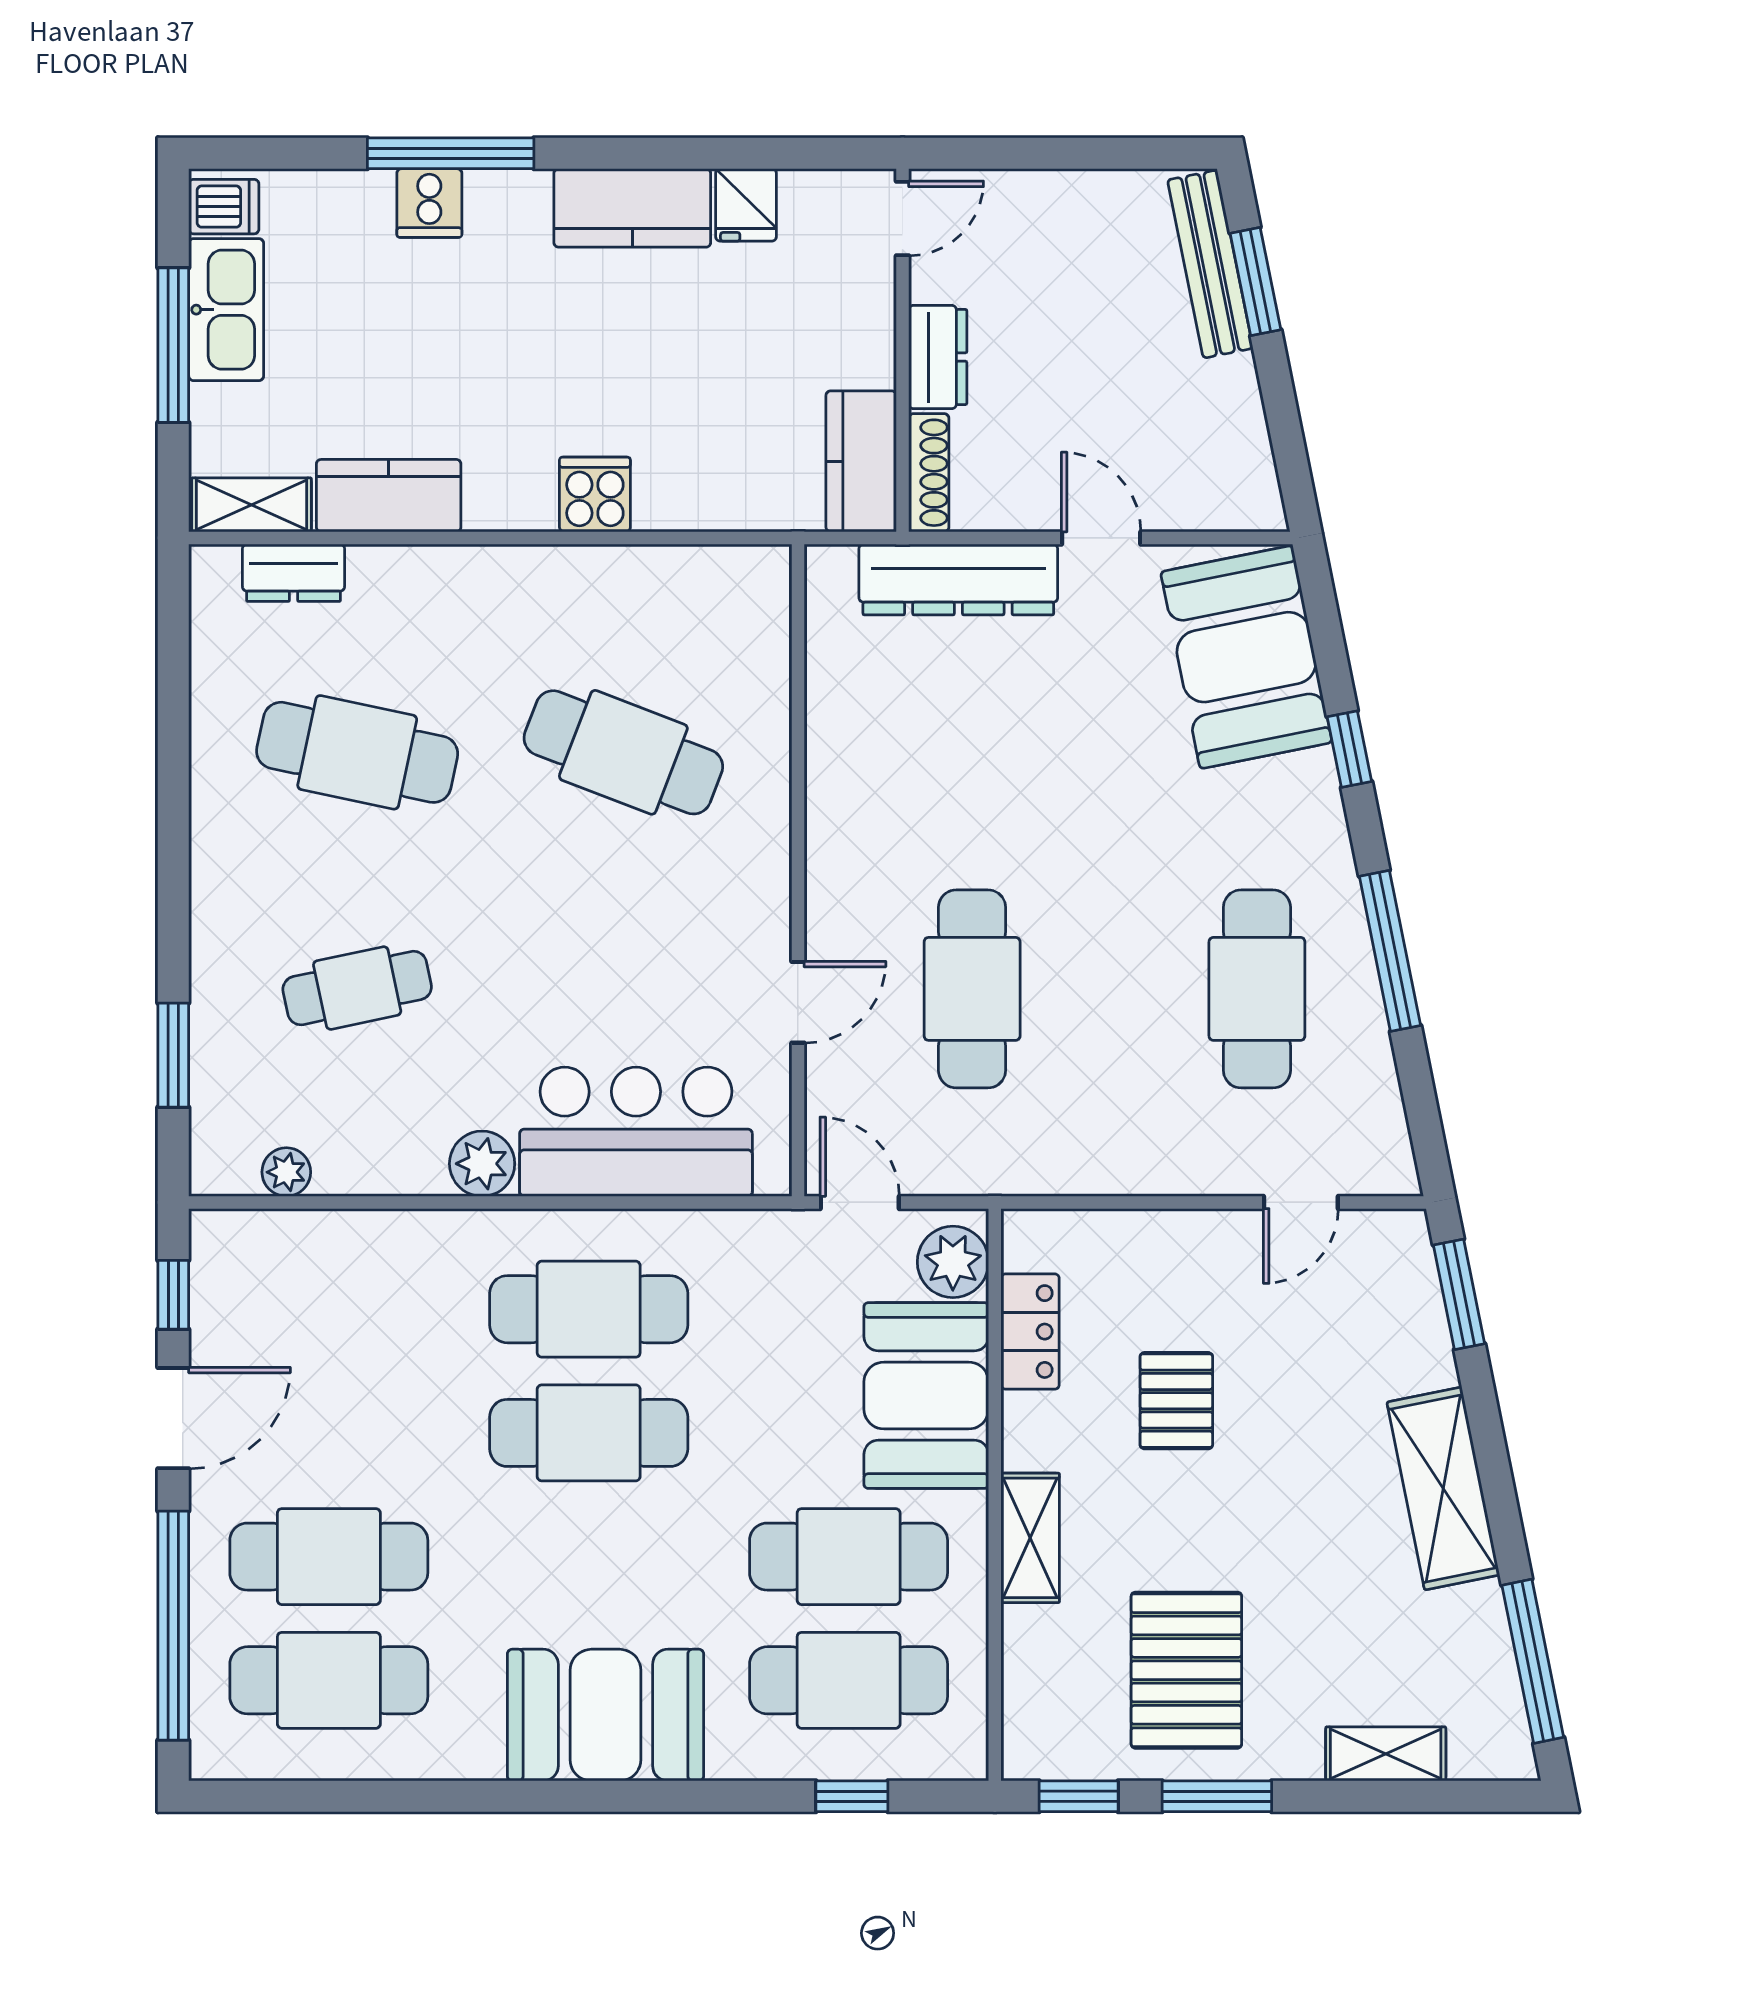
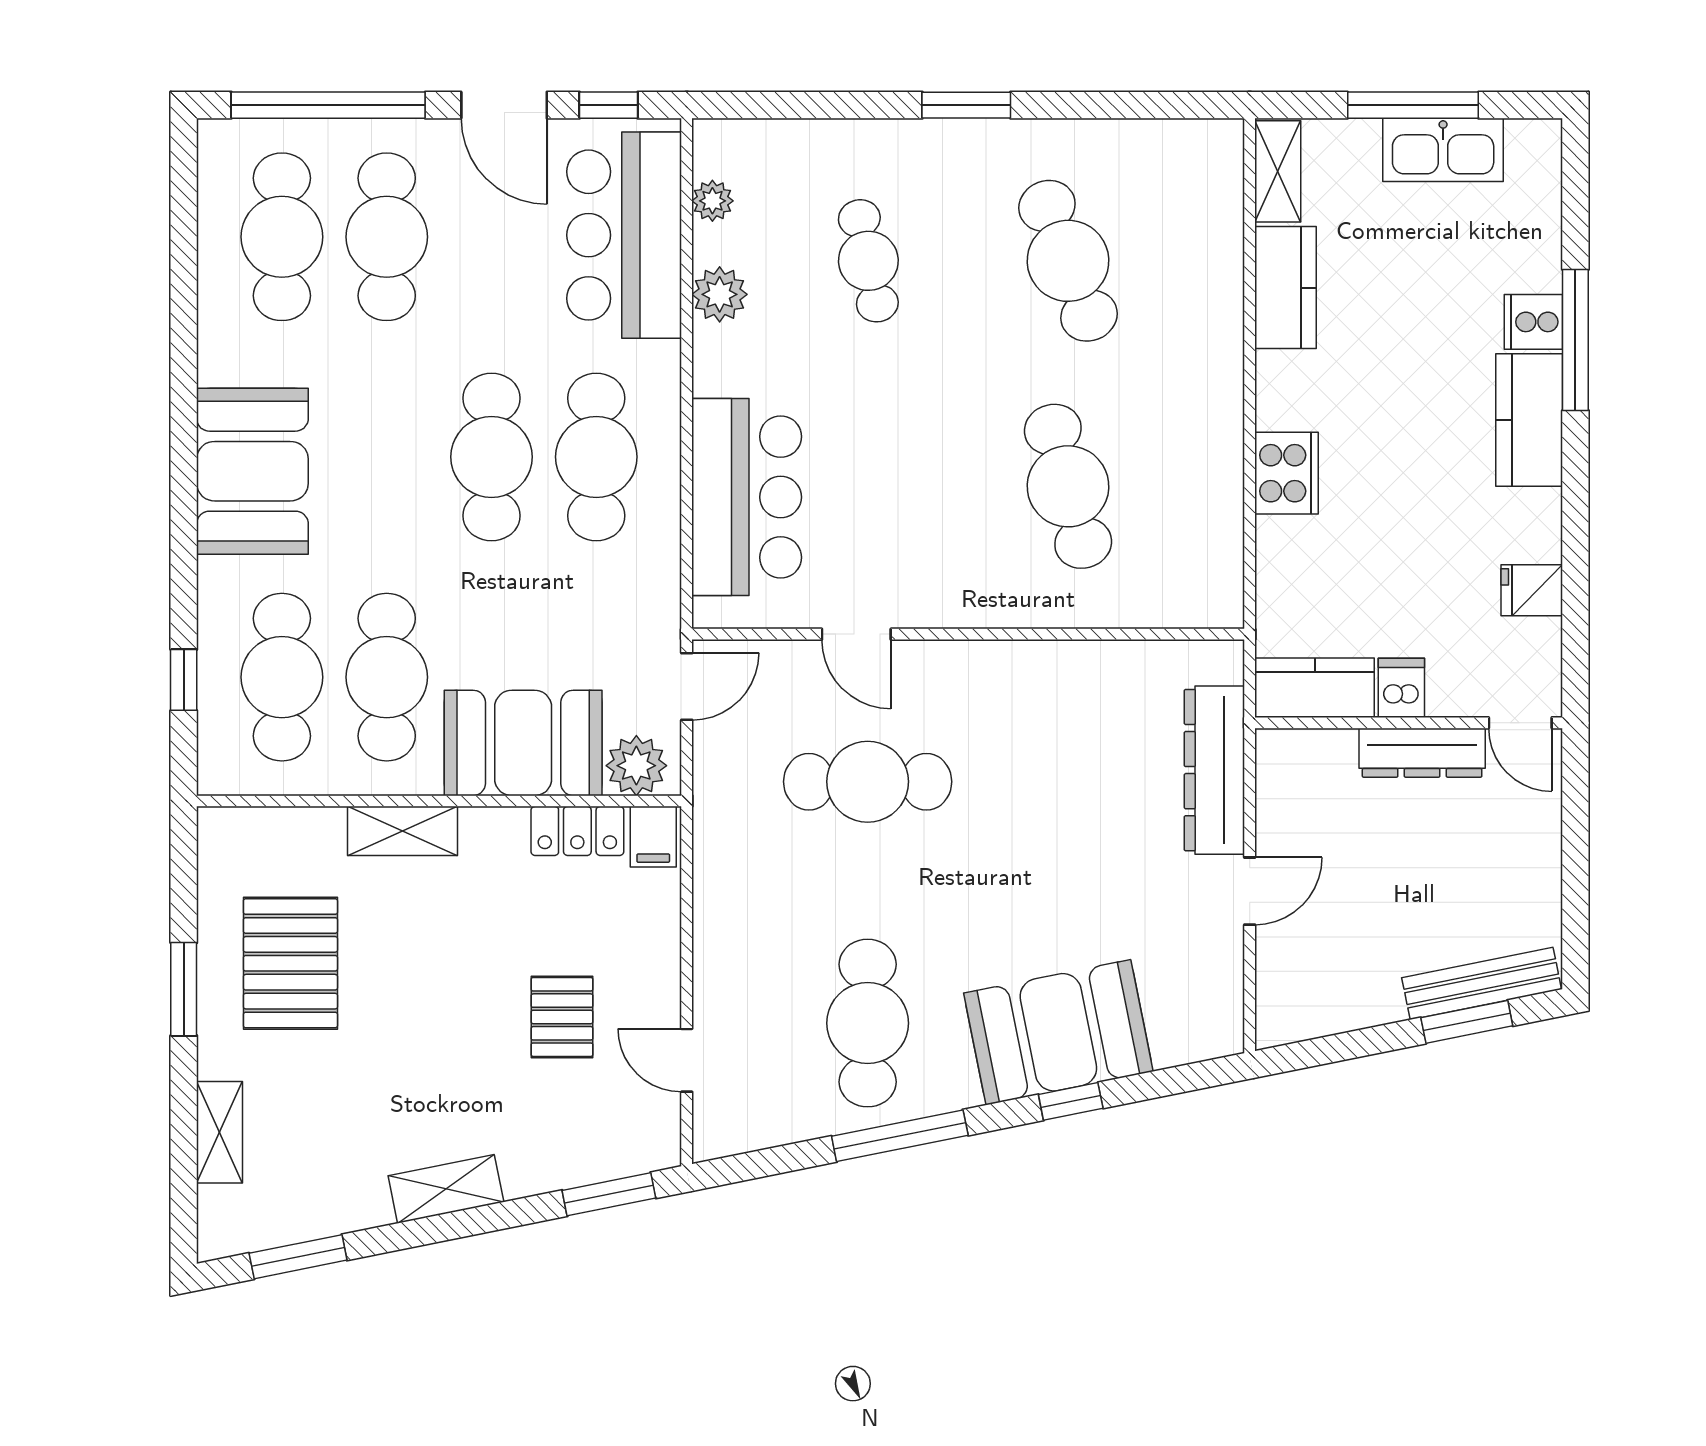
dishwasher: (224, 207) -> (1401, 688), moved, turned 180
kitchen counter: (632, 208) -> (1529, 420), moved
dresser: (938, 357) -> (1422, 753), width x1.44
shoe rack: (929, 473) -> (1305, 745), removed
cooker: (595, 494) -> (1287, 473), width x1.36
dresser: (294, 573) -> (1220, 207), removed
booth: (1246, 657) -> (1058, 1032), moved
cafe table: (357, 752) -> (1068, 261), turned -33
cafe table: (623, 752) -> (1068, 486), turned -36
cafe table: (1257, 989) -> (868, 1023), turned 90
window: (173, 1055) -> (966, 105), moved
plant: (482, 1164) -> (720, 294), moved
filing cabinet: (1037, 1242) -> (653, 837), added
bar counter: (327, 1276) -> (624, 235), added
pallet: (1176, 1401) -> (562, 1017), moved, turned 90
shelving: (1443, 1489) -> (446, 1189), width x0.67, depth x0.75
window: (1533, 1661) -> (298, 1257), width x0.69
pallet: (1186, 1670) -> (290, 963), turned 90
window: (1079, 1796) -> (184, 872), removed

